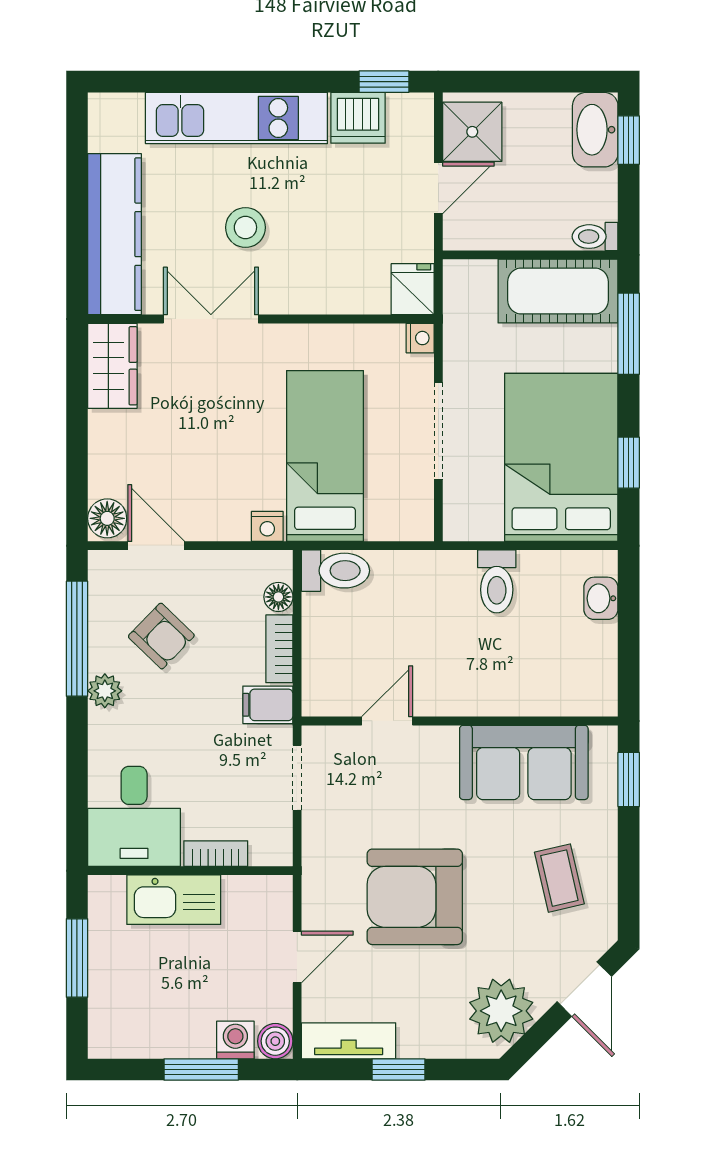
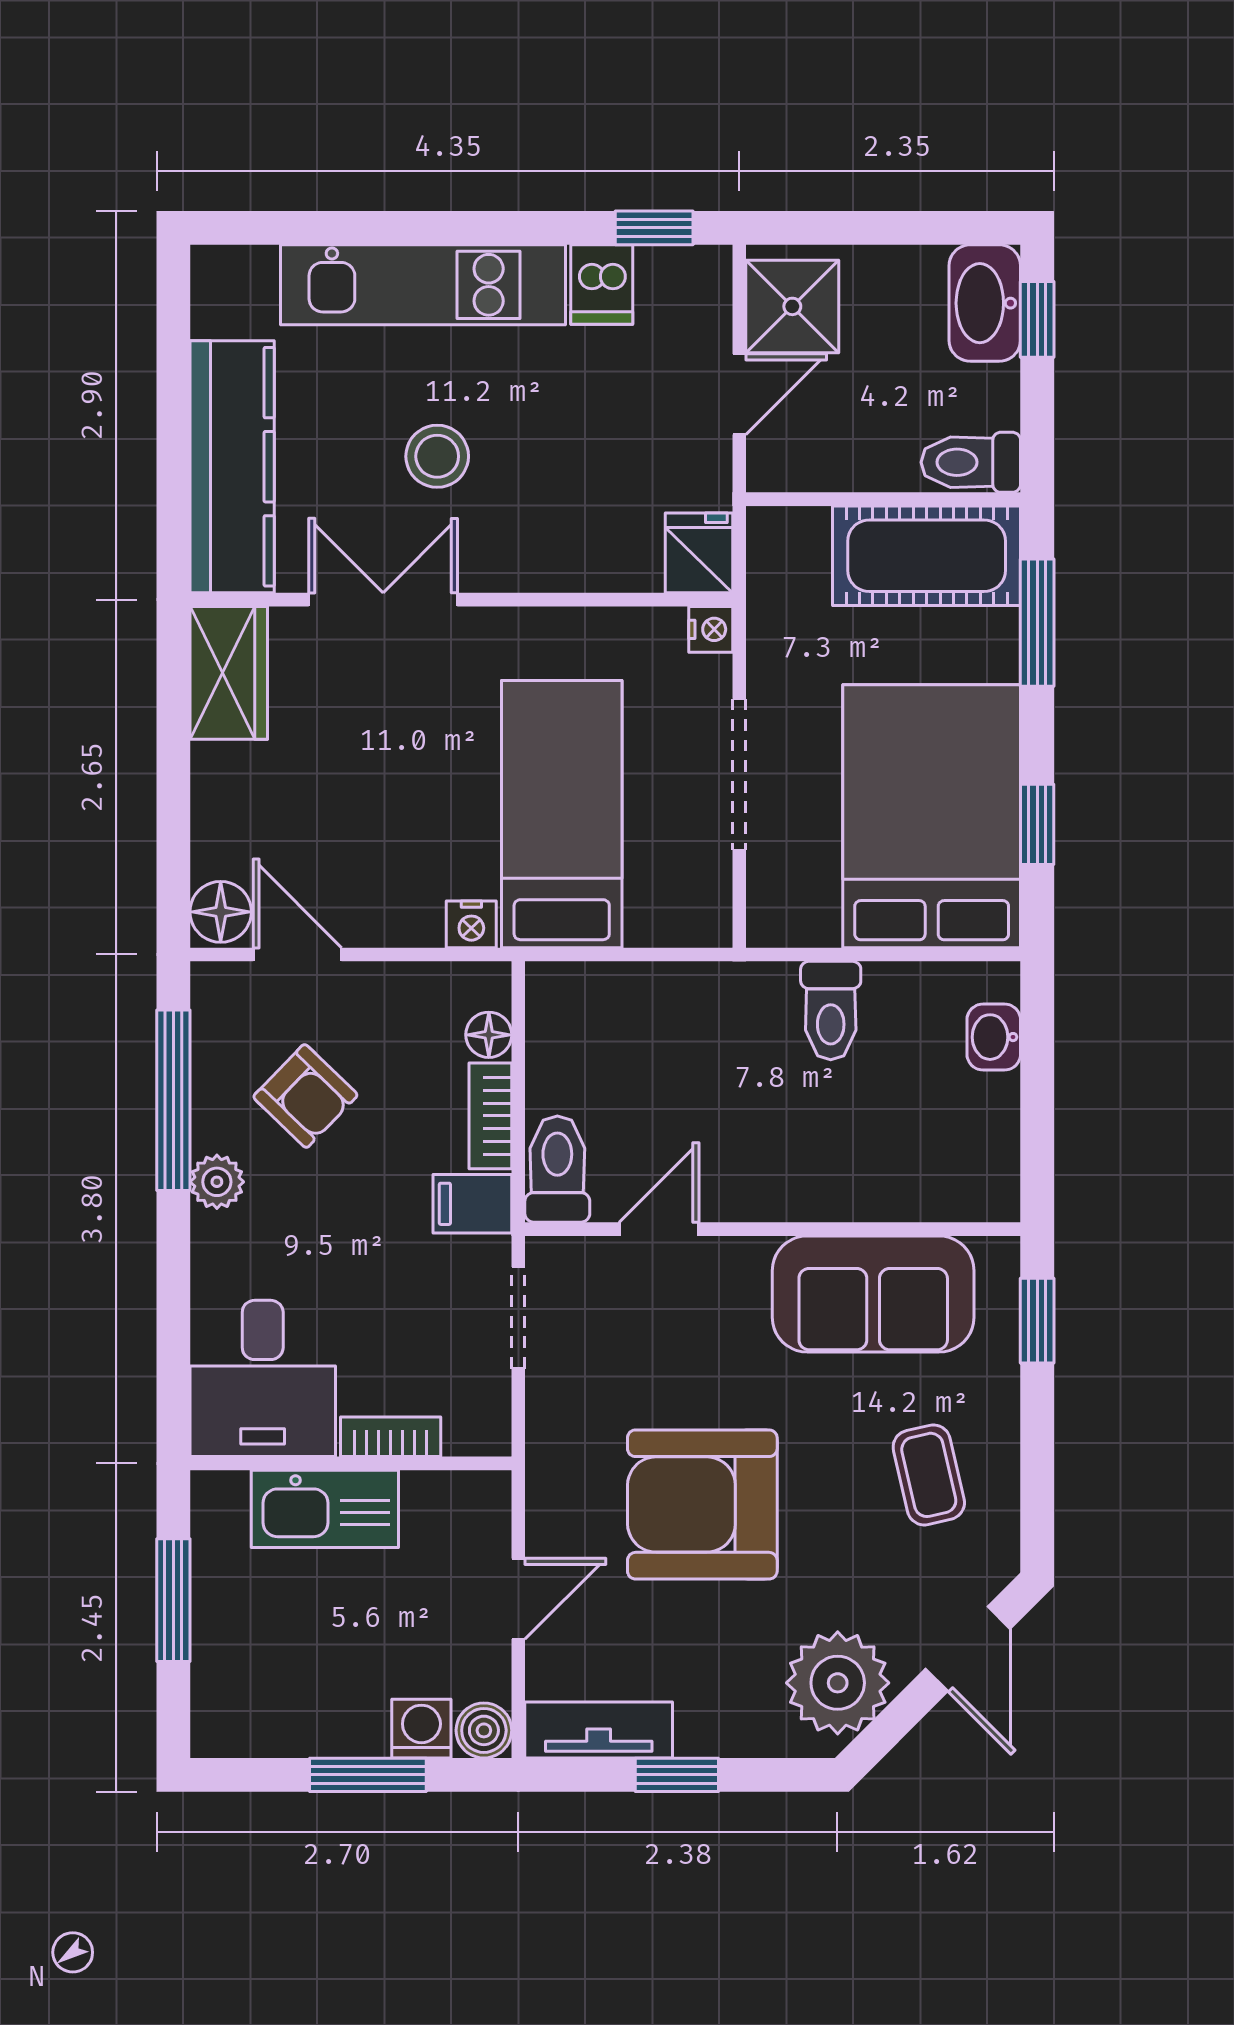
dishwasher: (358, 118) -> (602, 284), width x0.73
toilet: (595, 237) -> (971, 462), width x1.37, depth x1.39
toilet: (336, 571) -> (557, 1169), moved, turned -90

